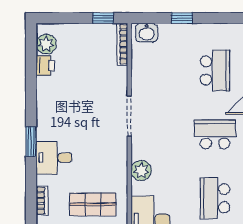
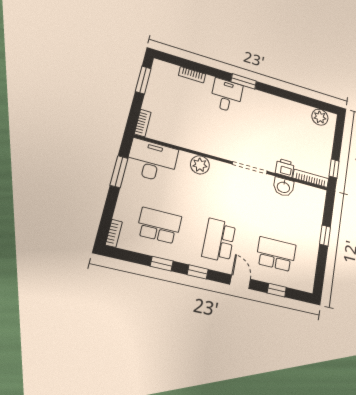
washbasin: (147, 33) -> (284, 187), moved, turned -90
printer: (45, 65) -> (285, 168), moved, turned 180
school desk: (215, 70) -> (276, 254), turned 180
school desk: (215, 134) -> (219, 240), turned 180
shop shelf: (93, 204) -> (179, 115), removed

